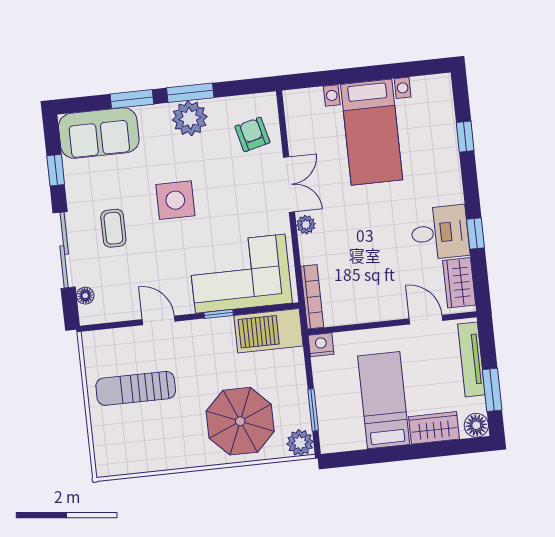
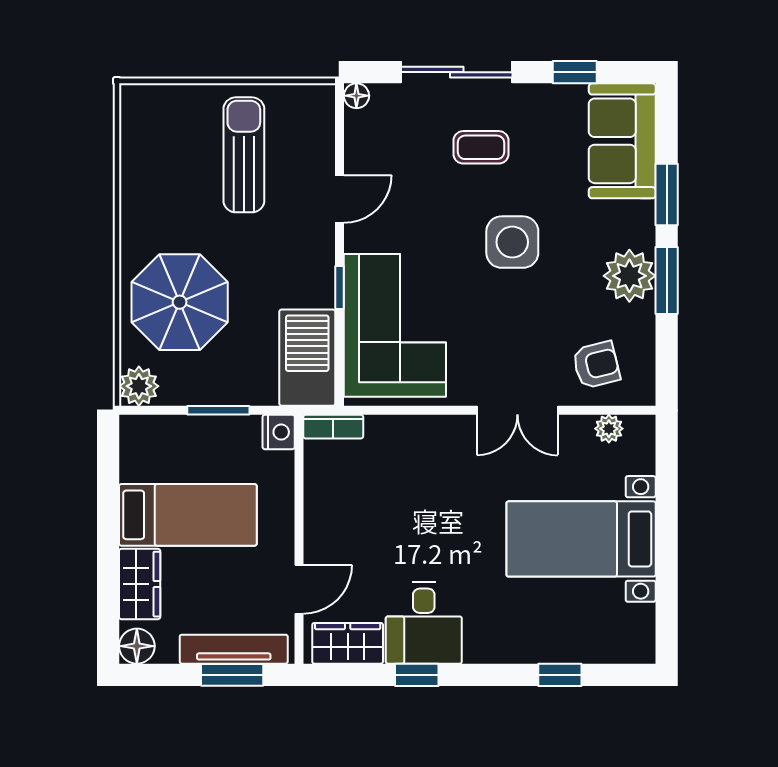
plant: (306, 225) -> (609, 429), moved
floor lamp: (85, 296) -> (356, 96), moved
bookcase: (312, 297) -> (333, 427), width x0.64
window: (492, 390) -> (232, 675), moved
window: (313, 410) -> (218, 410), moved

